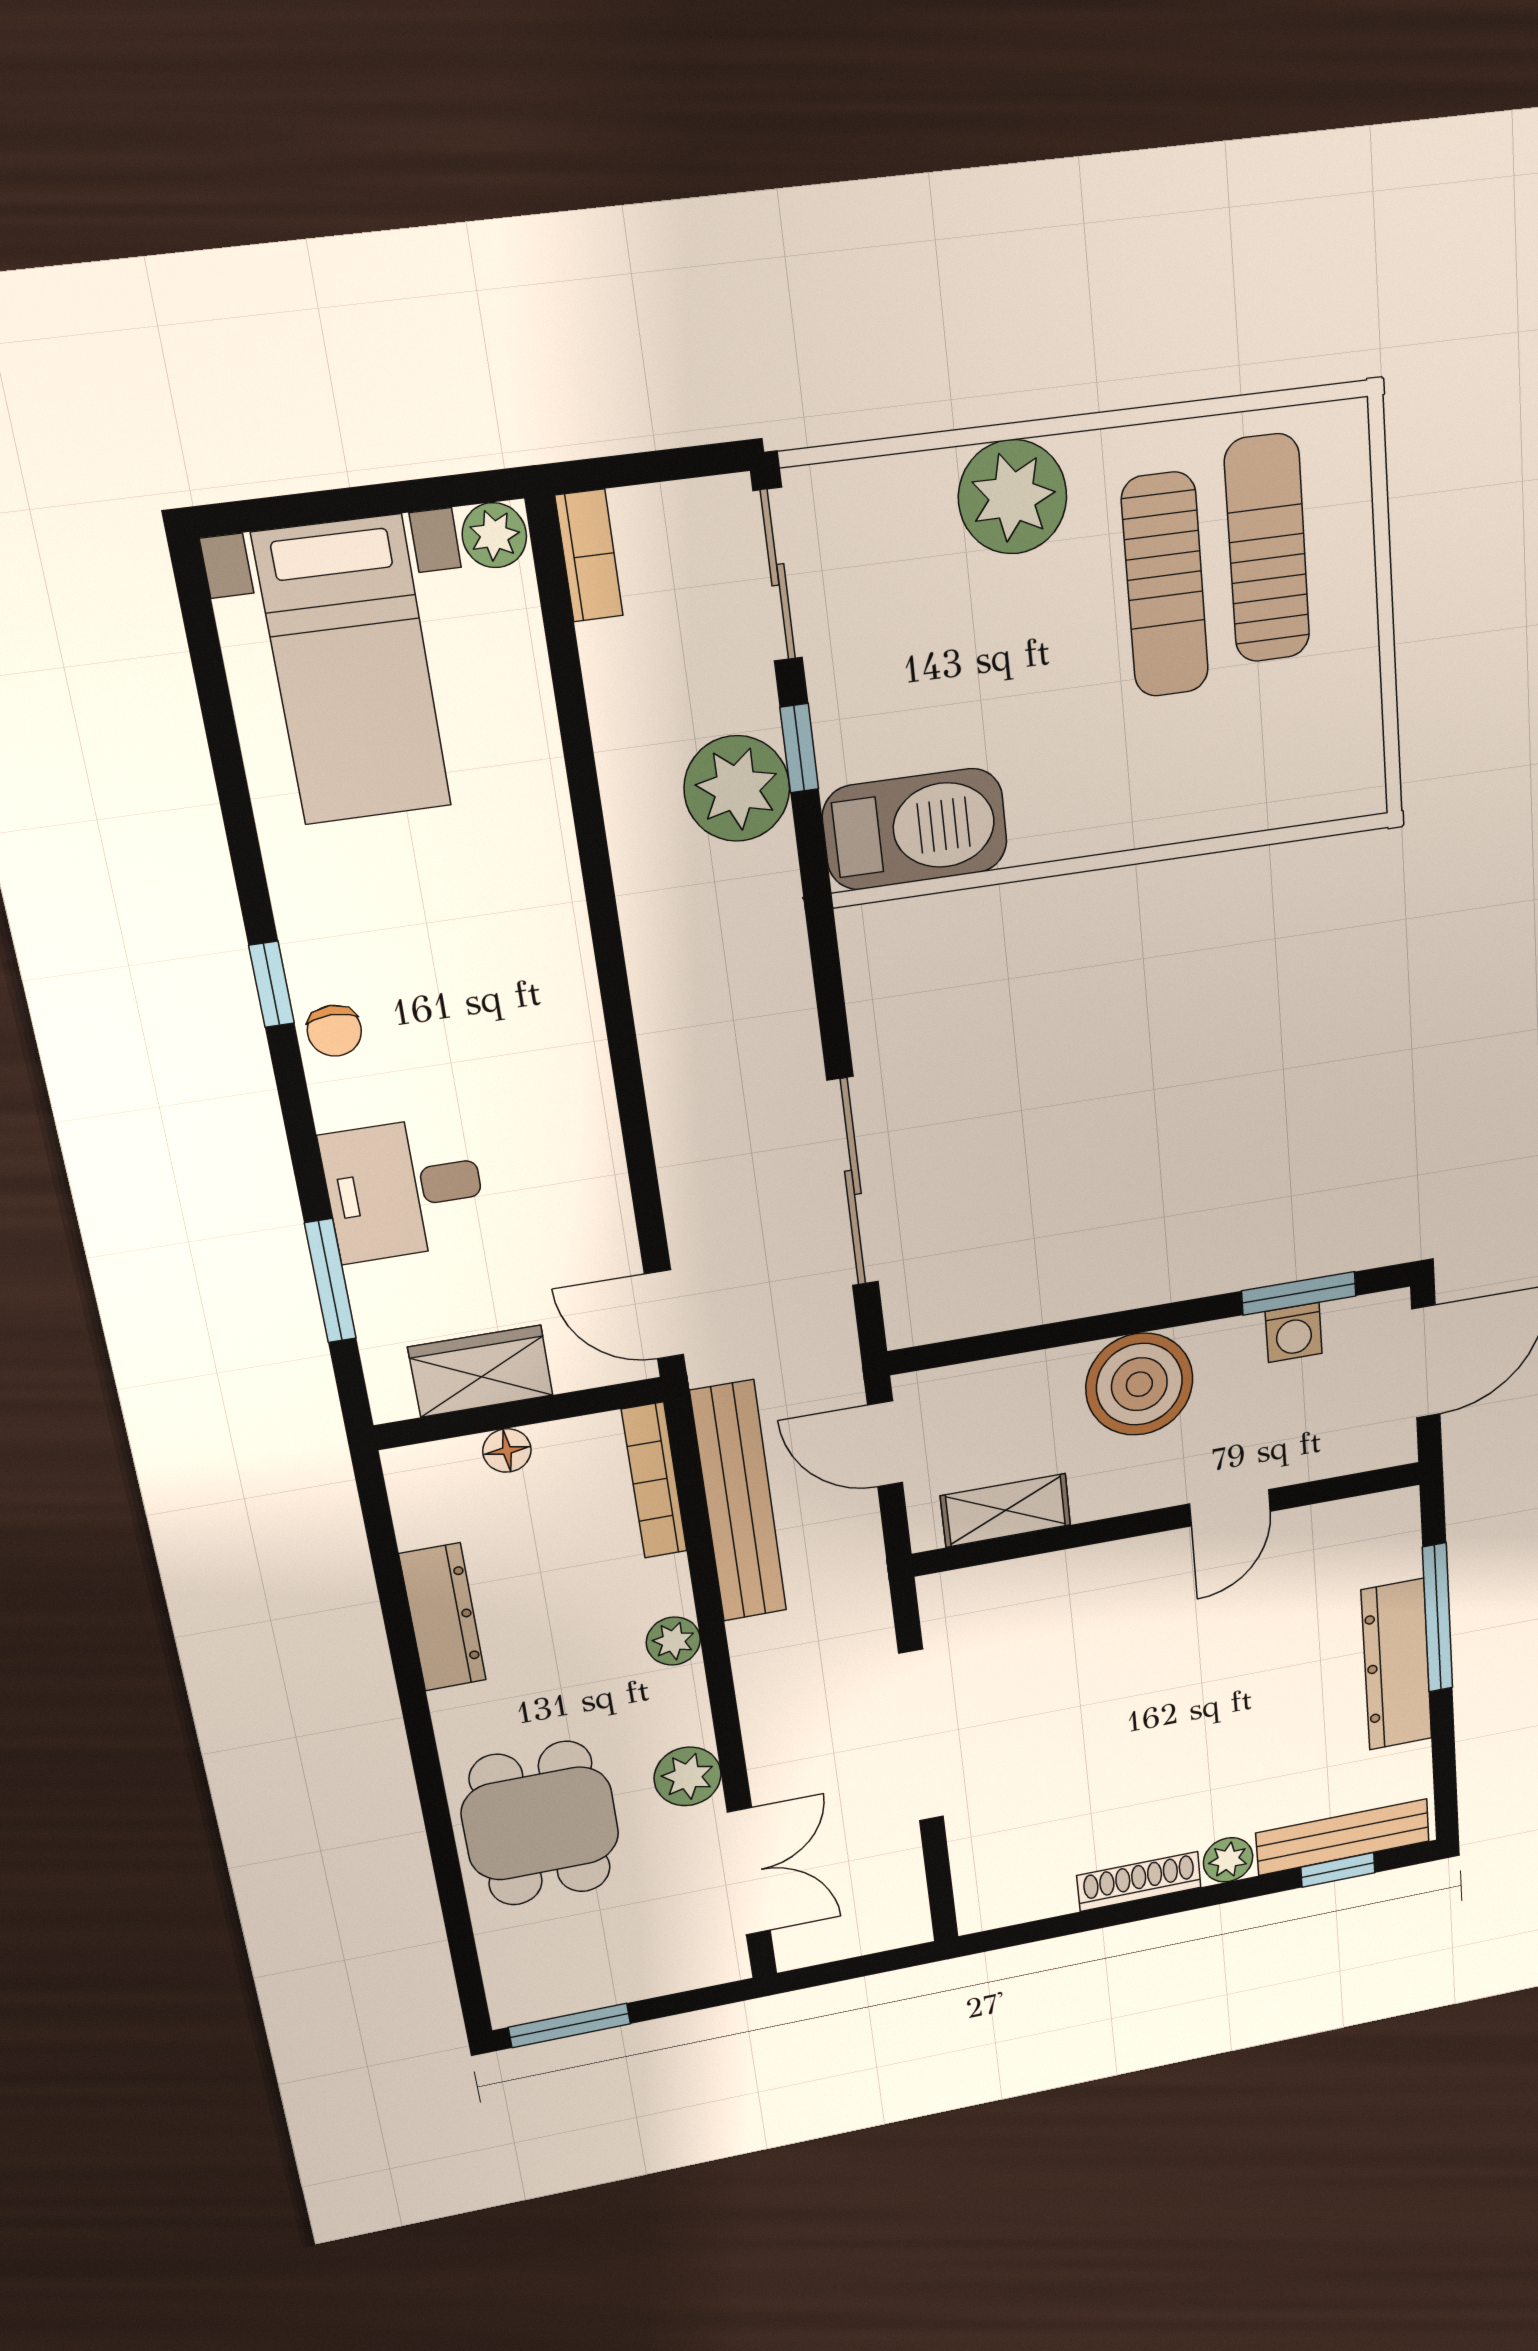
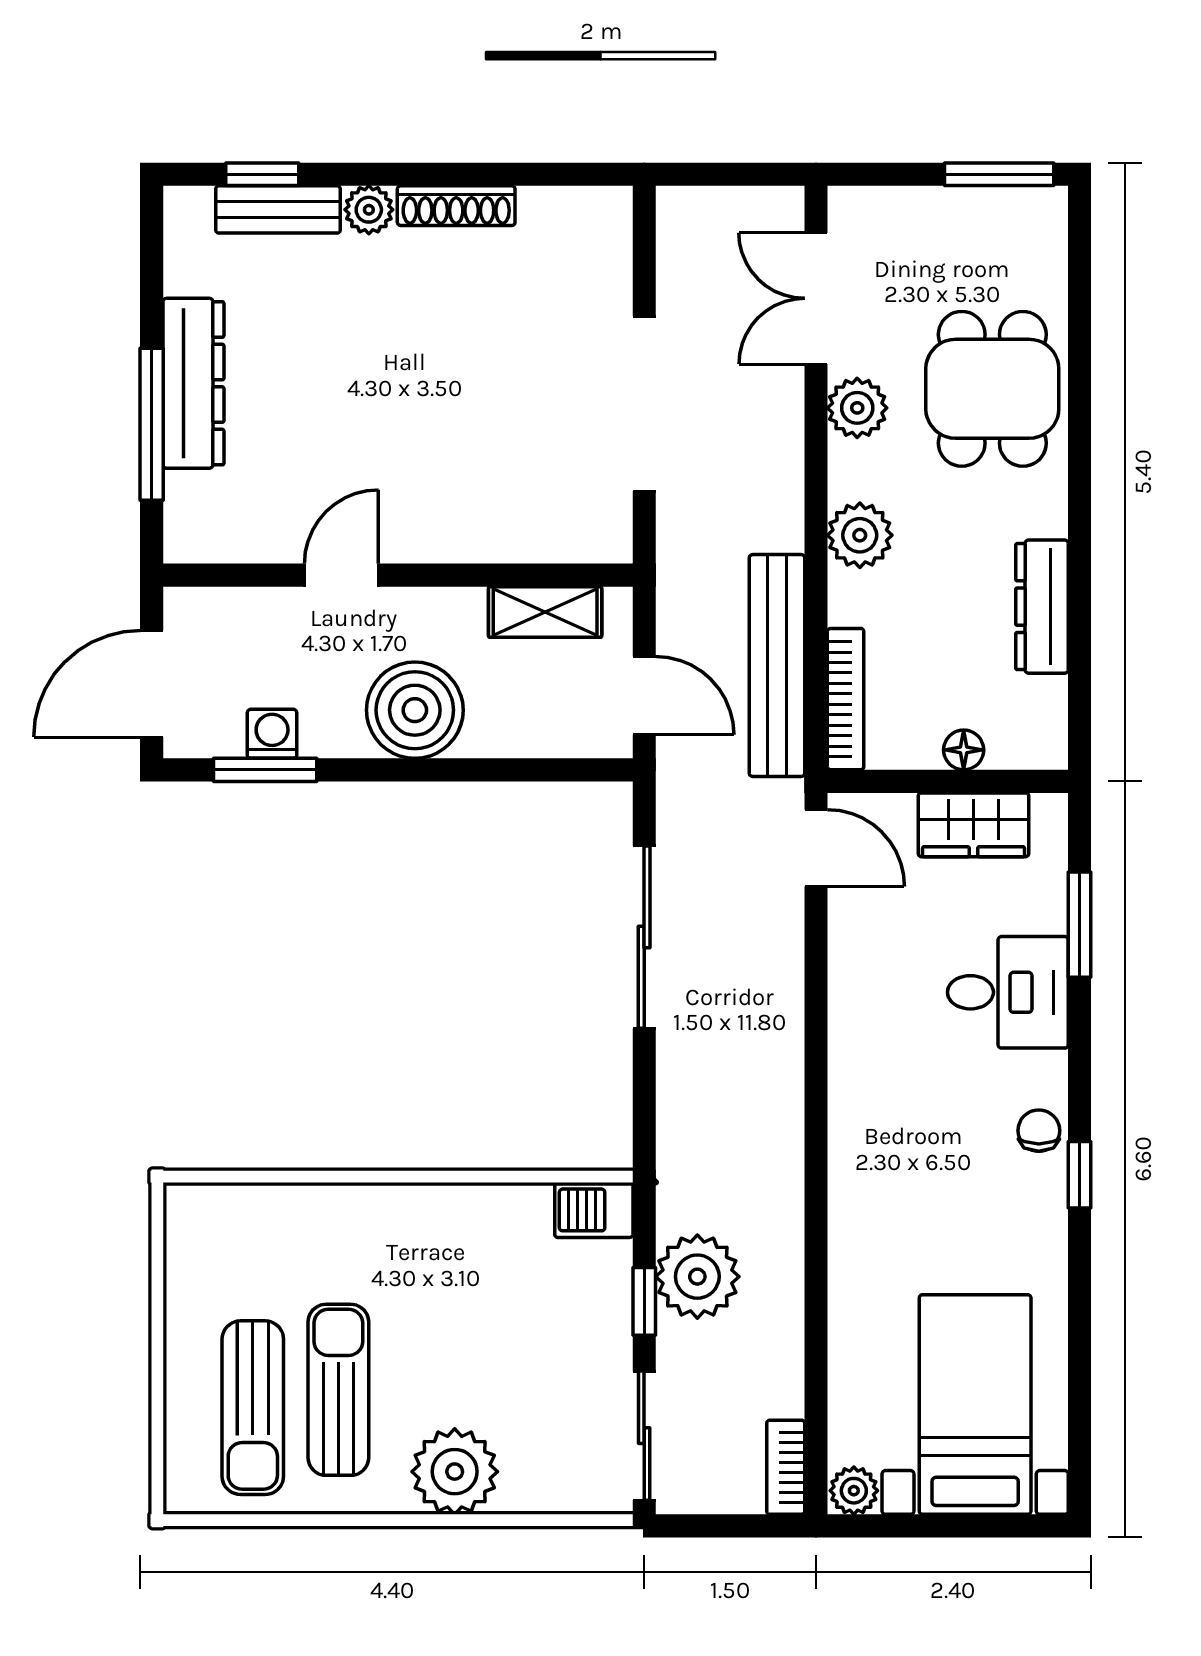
barbecue: (915, 829) -> (594, 1210), width x0.53, depth x0.65
plant: (673, 1641) -> (860, 535), width x1.38, depth x1.38
bench: (1343, 1837) -> (278, 209), width x0.73

